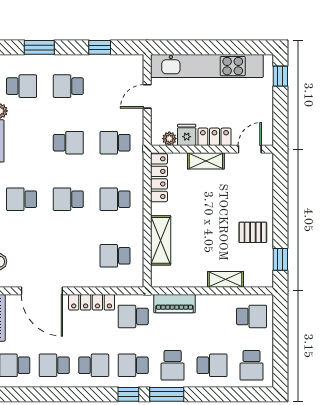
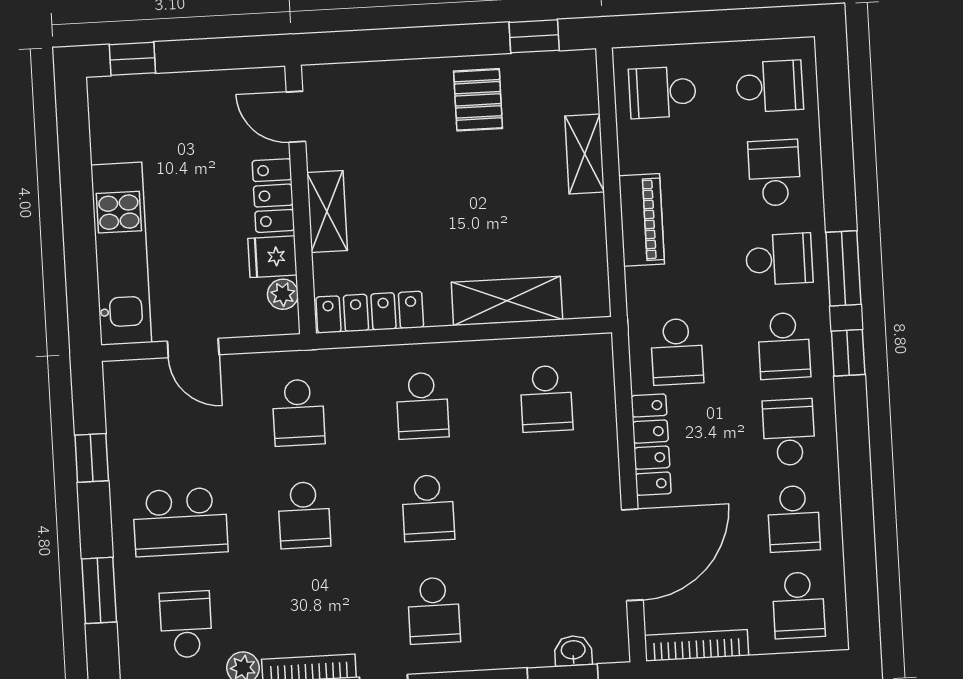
kitchen unit: (207, 66) -> (121, 254), width x0.73
school desk: (68, 86) -> (180, 522), width x1.85
school desk: (68, 143) -> (304, 515), turned 180
piano: (175, 304) -> (642, 220), moved
school desk: (252, 316) -> (662, 92), turned -90

